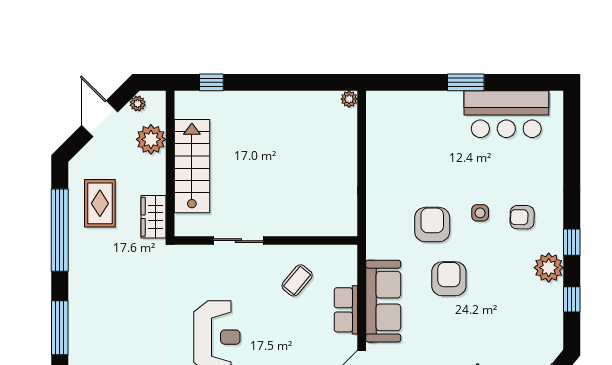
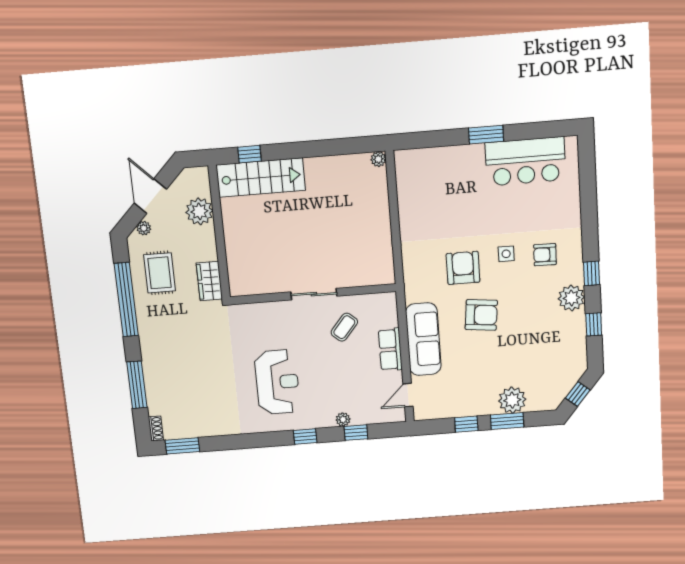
plant: (138, 104) -> (144, 228), moved
stairs: (192, 166) -> (261, 178), moved, turned 90
sliding door: (238, 241) -> (314, 294), moved
armchair: (449, 279) -> (481, 315), turned 96

